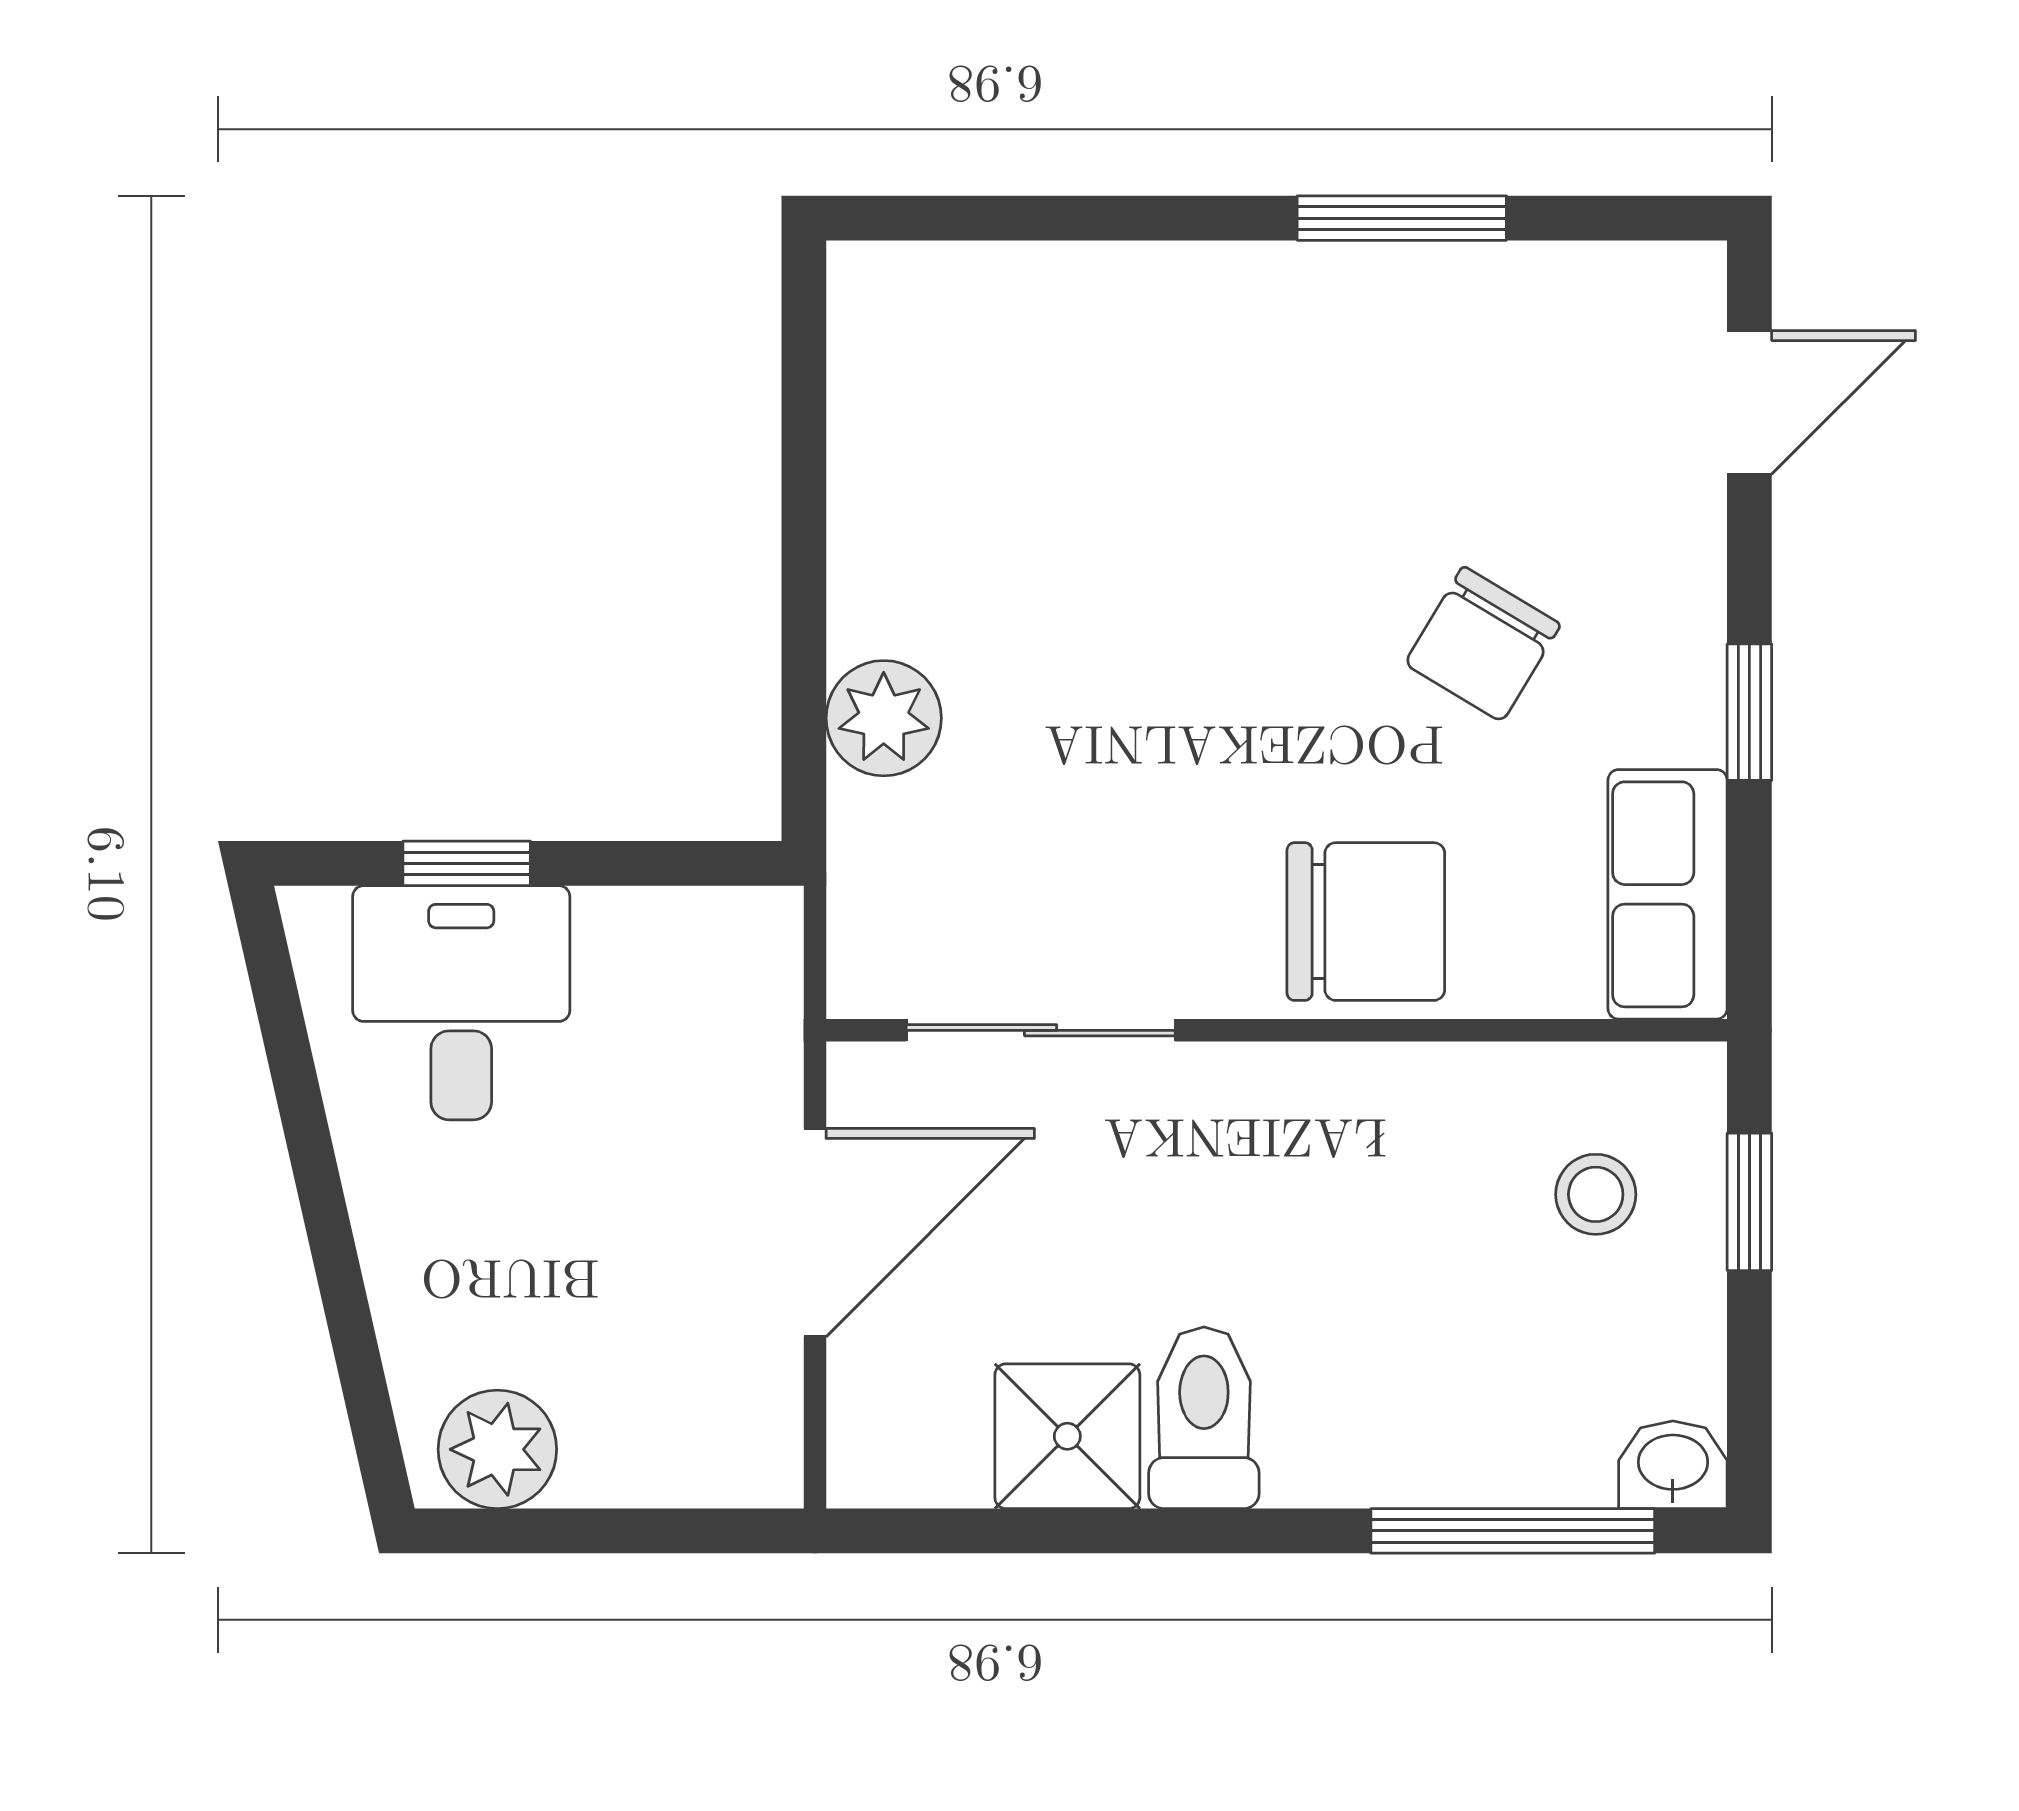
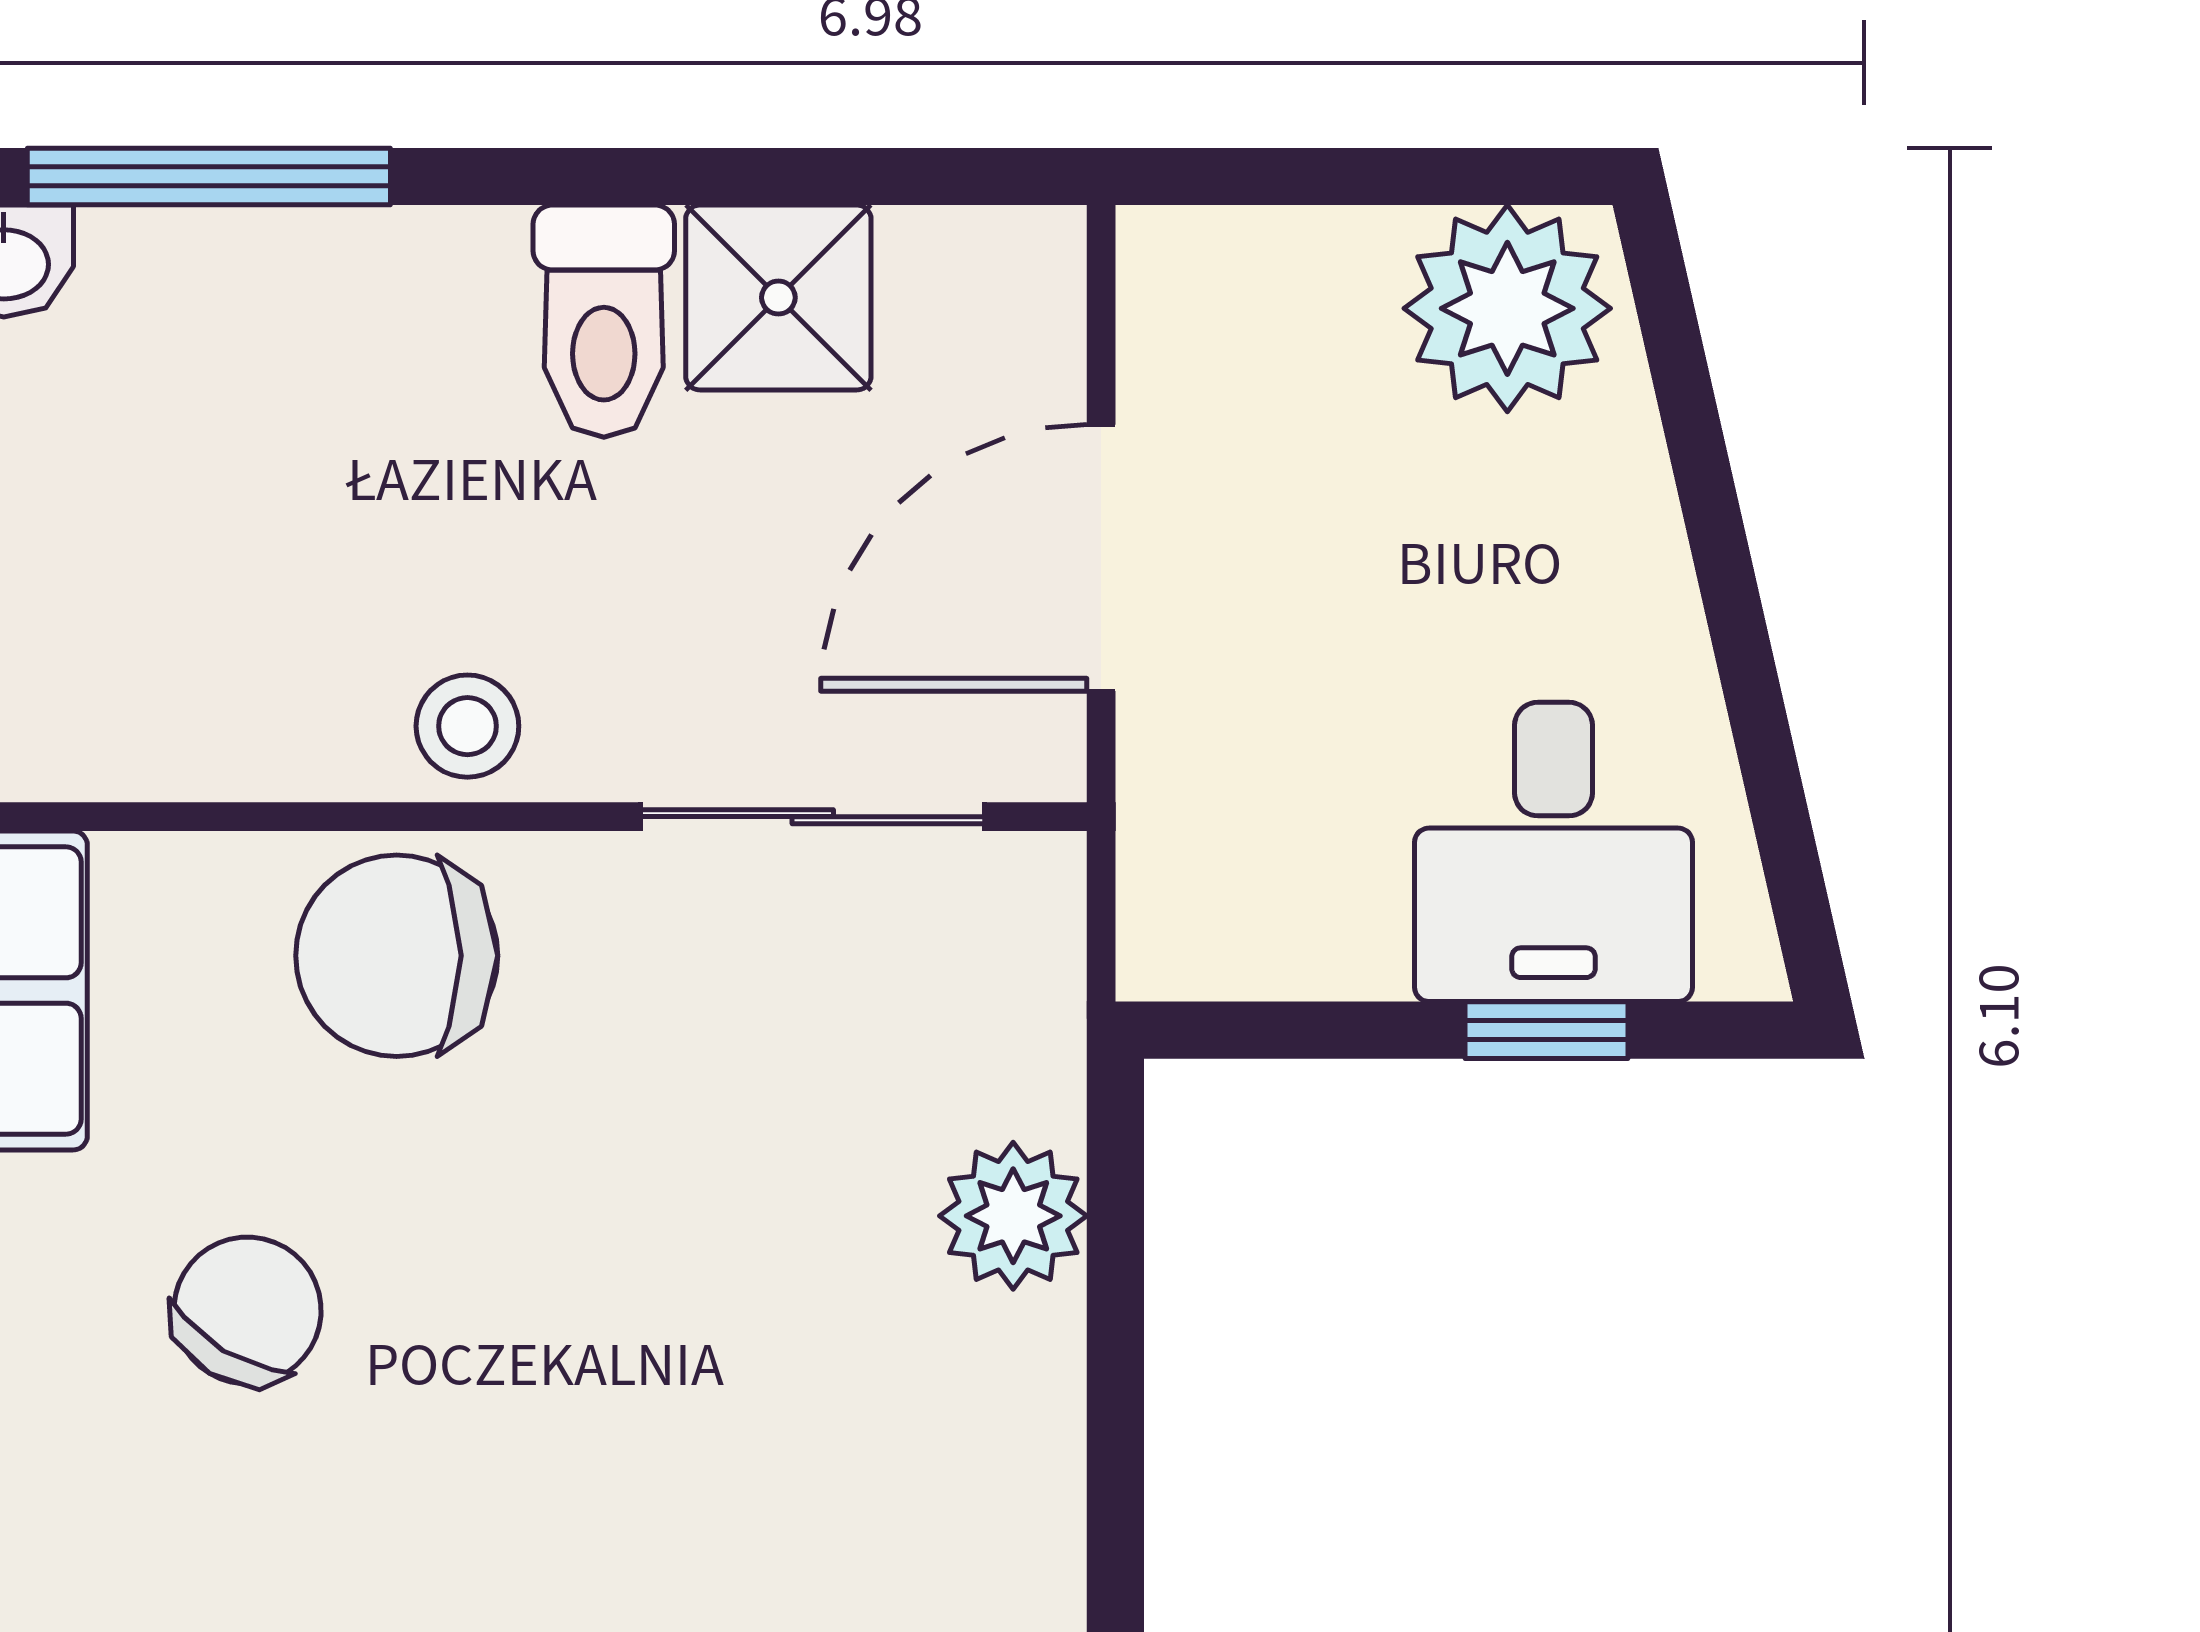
stool: (1596, 1194) -> (467, 726), moved
plant: (497, 1449) -> (1507, 308), width x1.36, depth x1.36

